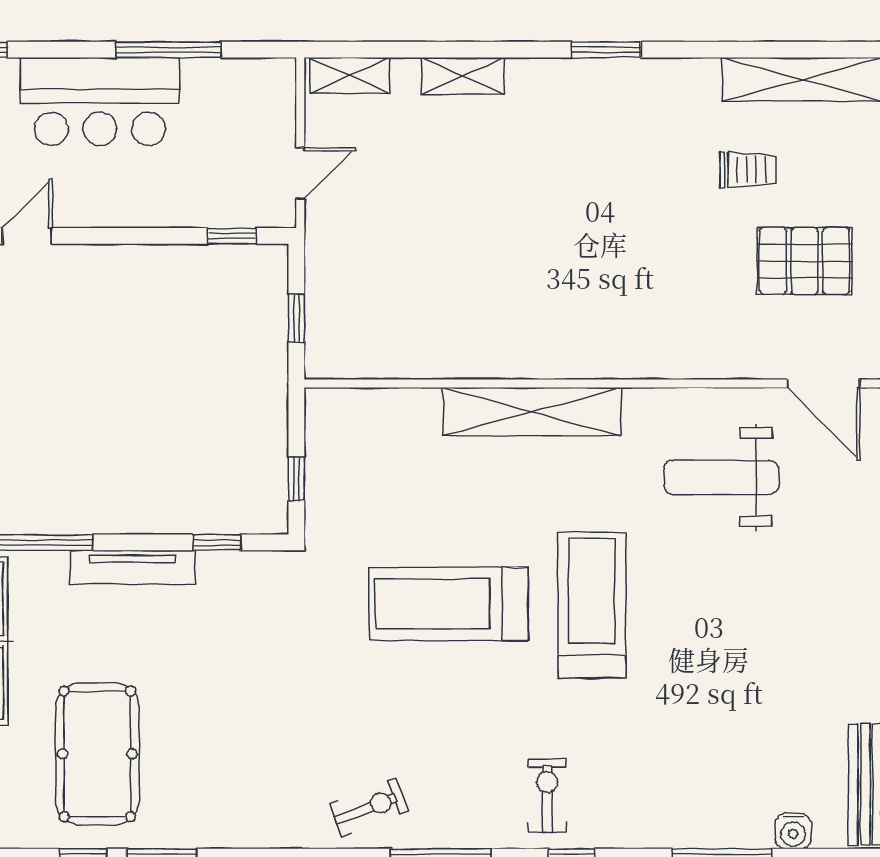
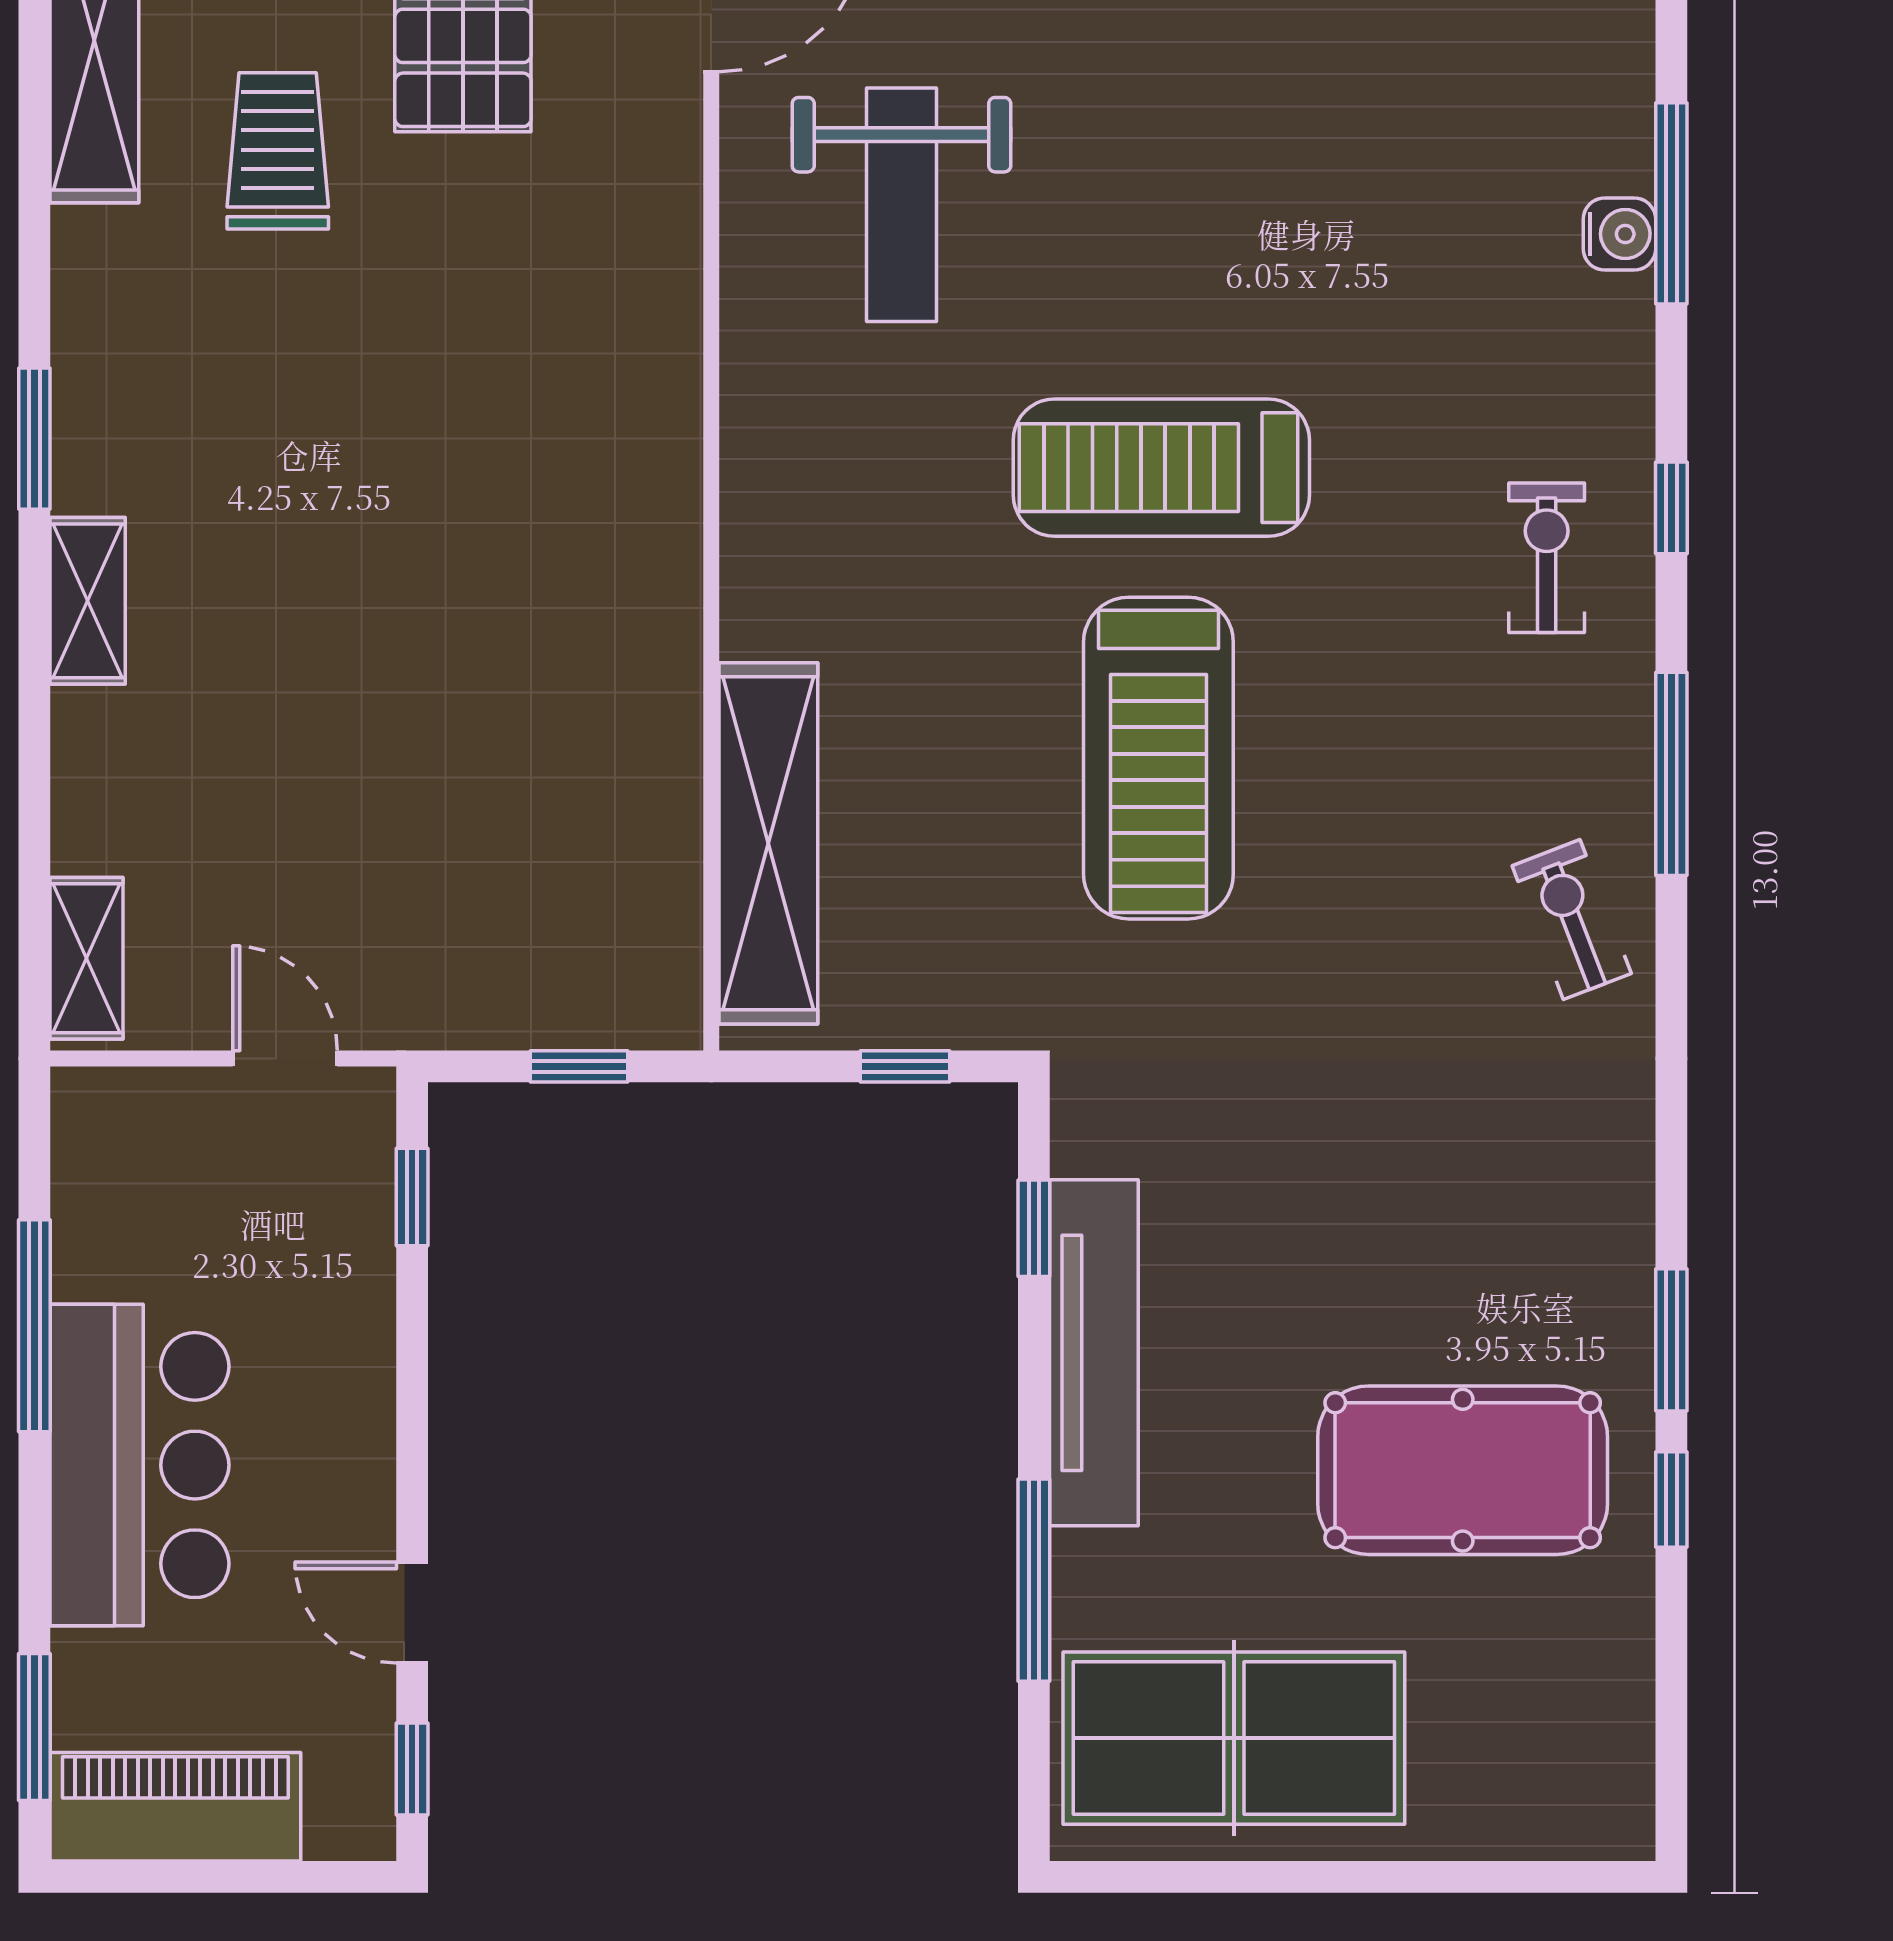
shelving: (463, 76) -> (88, 601), moved
trolley: (748, 170) -> (278, 151), width x1.36, depth x1.39
shelving: (532, 412) -> (768, 843), moved
tv unit: (133, 567) -> (1094, 1353), width x1.36, depth x1.29
exercise bike: (547, 795) -> (1547, 558), turned 90
water cooler: (793, 831) -> (1619, 234), moved

